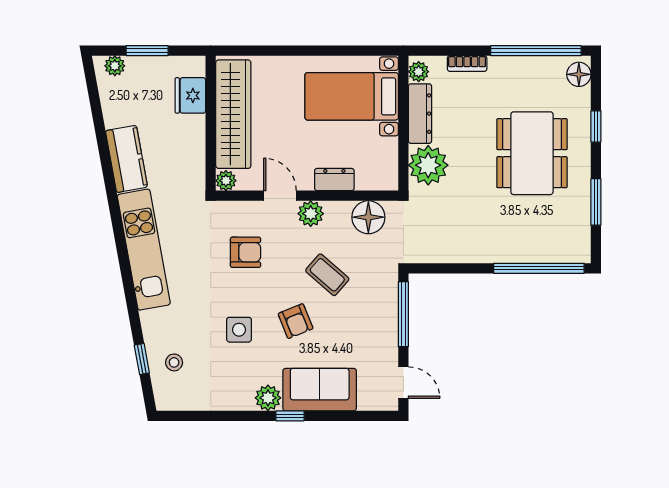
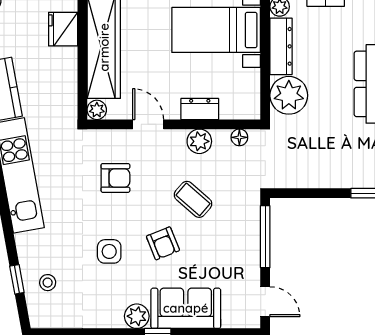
plant: (311, 214) -> (199, 141), moved
floor lamp: (368, 217) -> (239, 137), width x0.53, depth x0.53

